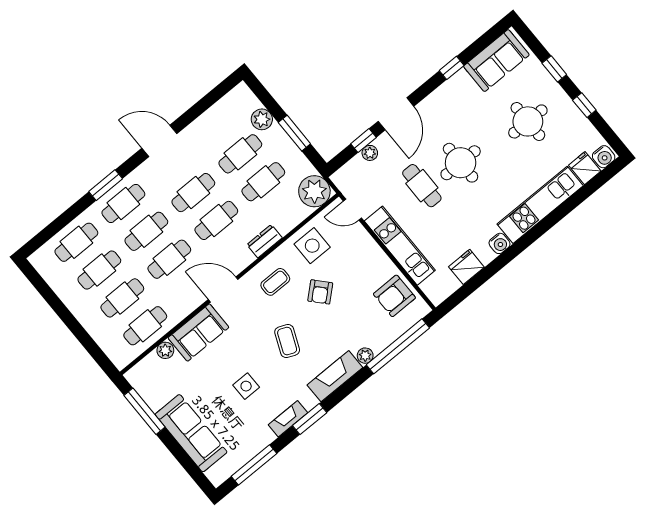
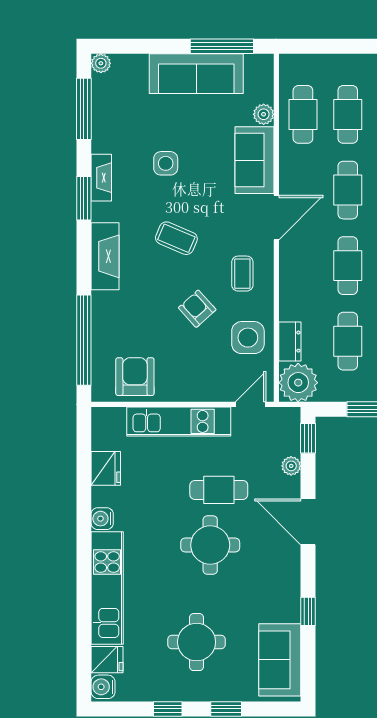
window: (363, 141) -> (308, 438), moved
dresser: (265, 241) -> (290, 342), moved
plant: (365, 356) -> (101, 63), moved
sofa: (191, 433) -> (196, 74), moved

